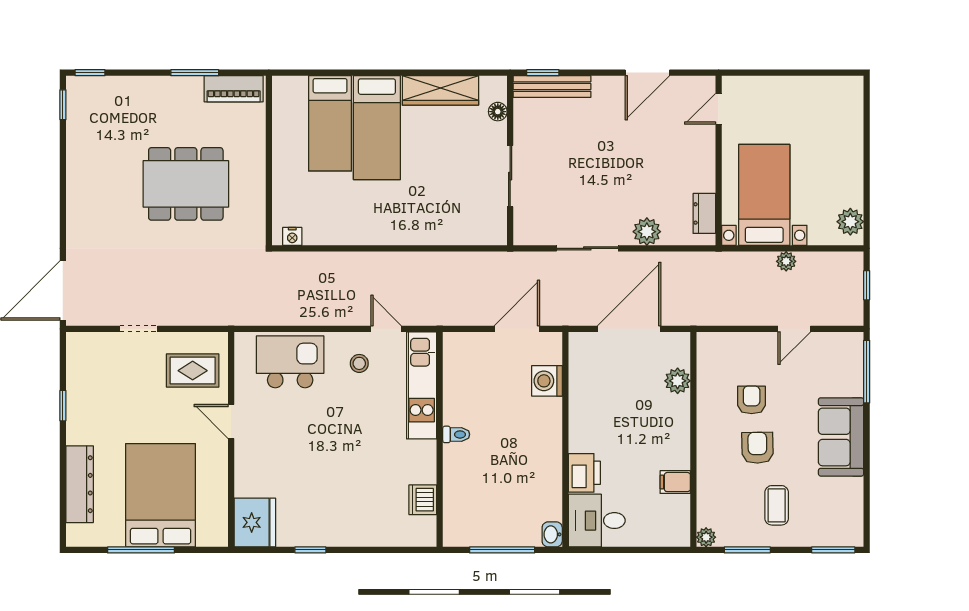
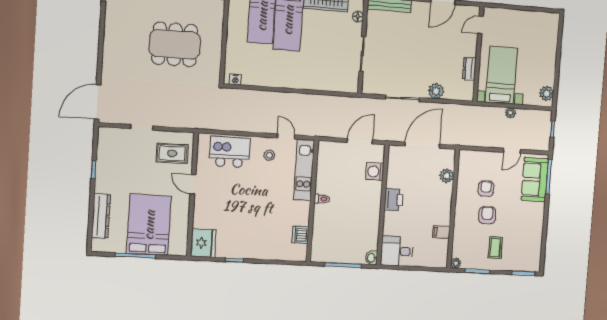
dresser: (704, 213) -> (469, 69), moved
sofa: (841, 437) -> (535, 179), moved
printer: (584, 473) -> (394, 200), moved

